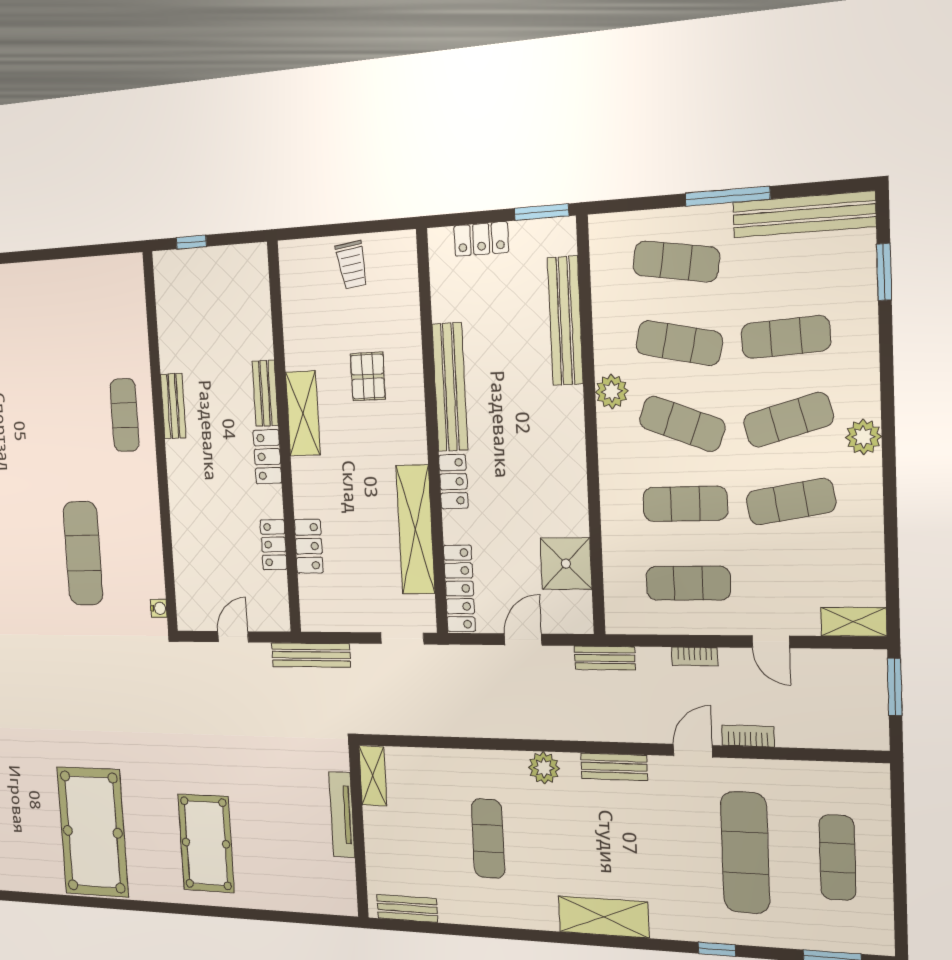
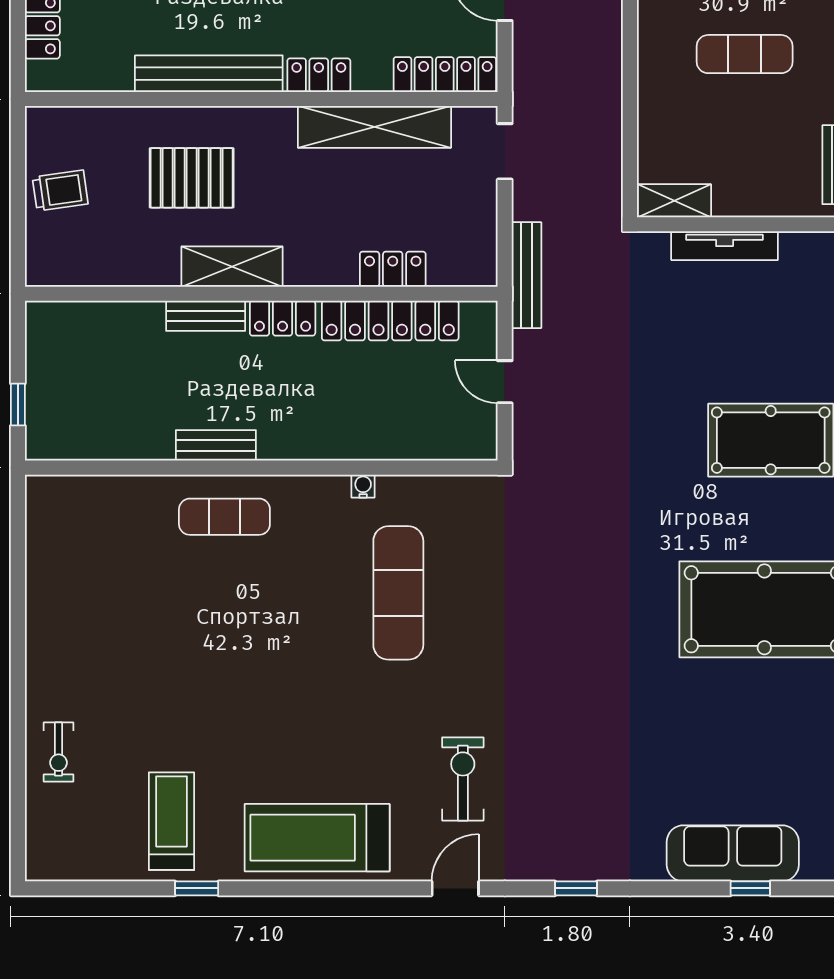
pallet: (368, 376) -> (192, 178), width x1.50, depth x1.42
locker: (274, 545) -> (390, 321), width x2.16, depth x1.21
exercise mat: (83, 553) -> (398, 593), turned 90
water cooler: (159, 608) -> (363, 486), moved

